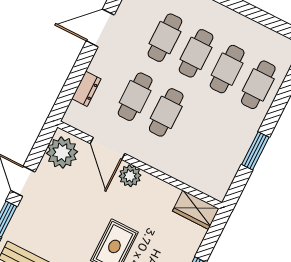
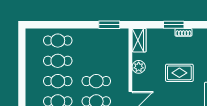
window: (255, 151) -> (109, 25), moved
plant: (130, 176) -> (139, 67), moved

